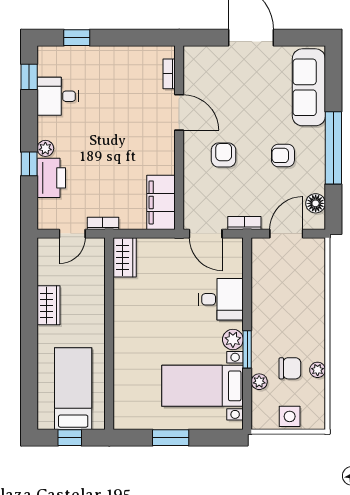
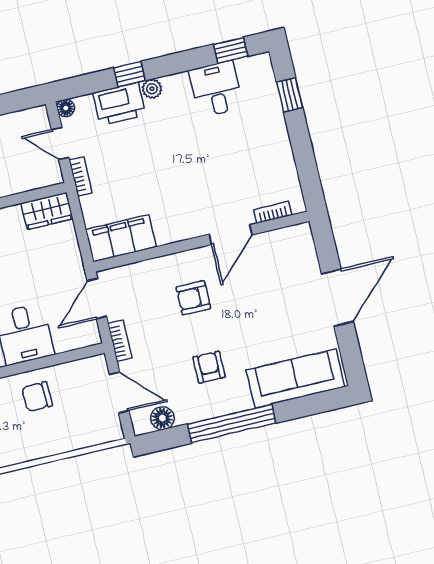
armchair: (224, 155) -> (193, 298), turned 180
floor lamp: (44, 222) -> (66, 108), added
chair: (274, 301) -> (37, 397), added

